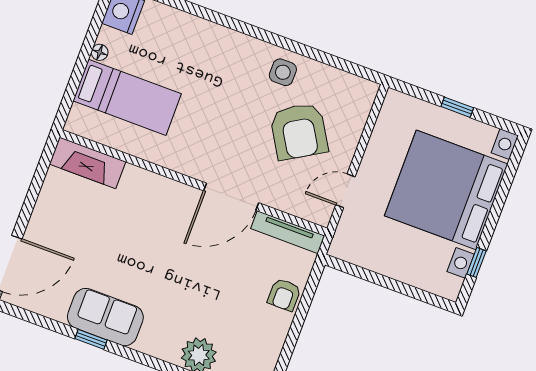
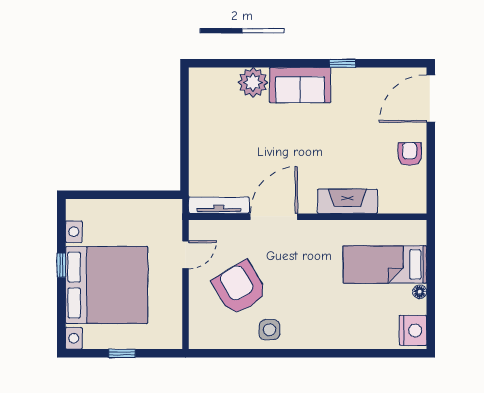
fireplace: (88, 163) -> (347, 201), moved
window: (477, 262) -> (61, 265), moved
armchair: (284, 295) -> (410, 154), moved
sofa: (105, 317) -> (300, 85), moved

